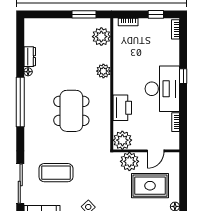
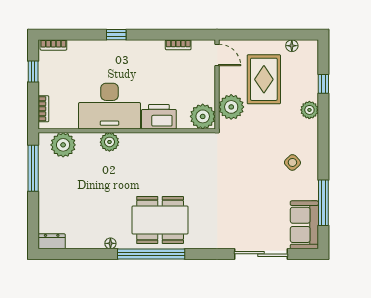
window: (84, 14) -> (33, 168), width x1.44
dresser: (30, 57) -> (52, 241), moved
desk: (162, 89) -> (109, 106), moved, turned 180
dining table: (71, 111) -> (160, 220), moved
door: (156, 151) -> (217, 55), moved
coffee table: (56, 173) -> (246, 206), removed

